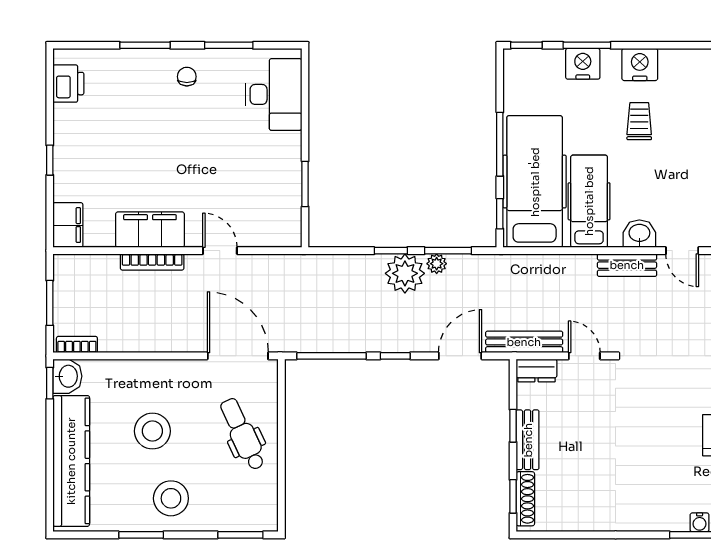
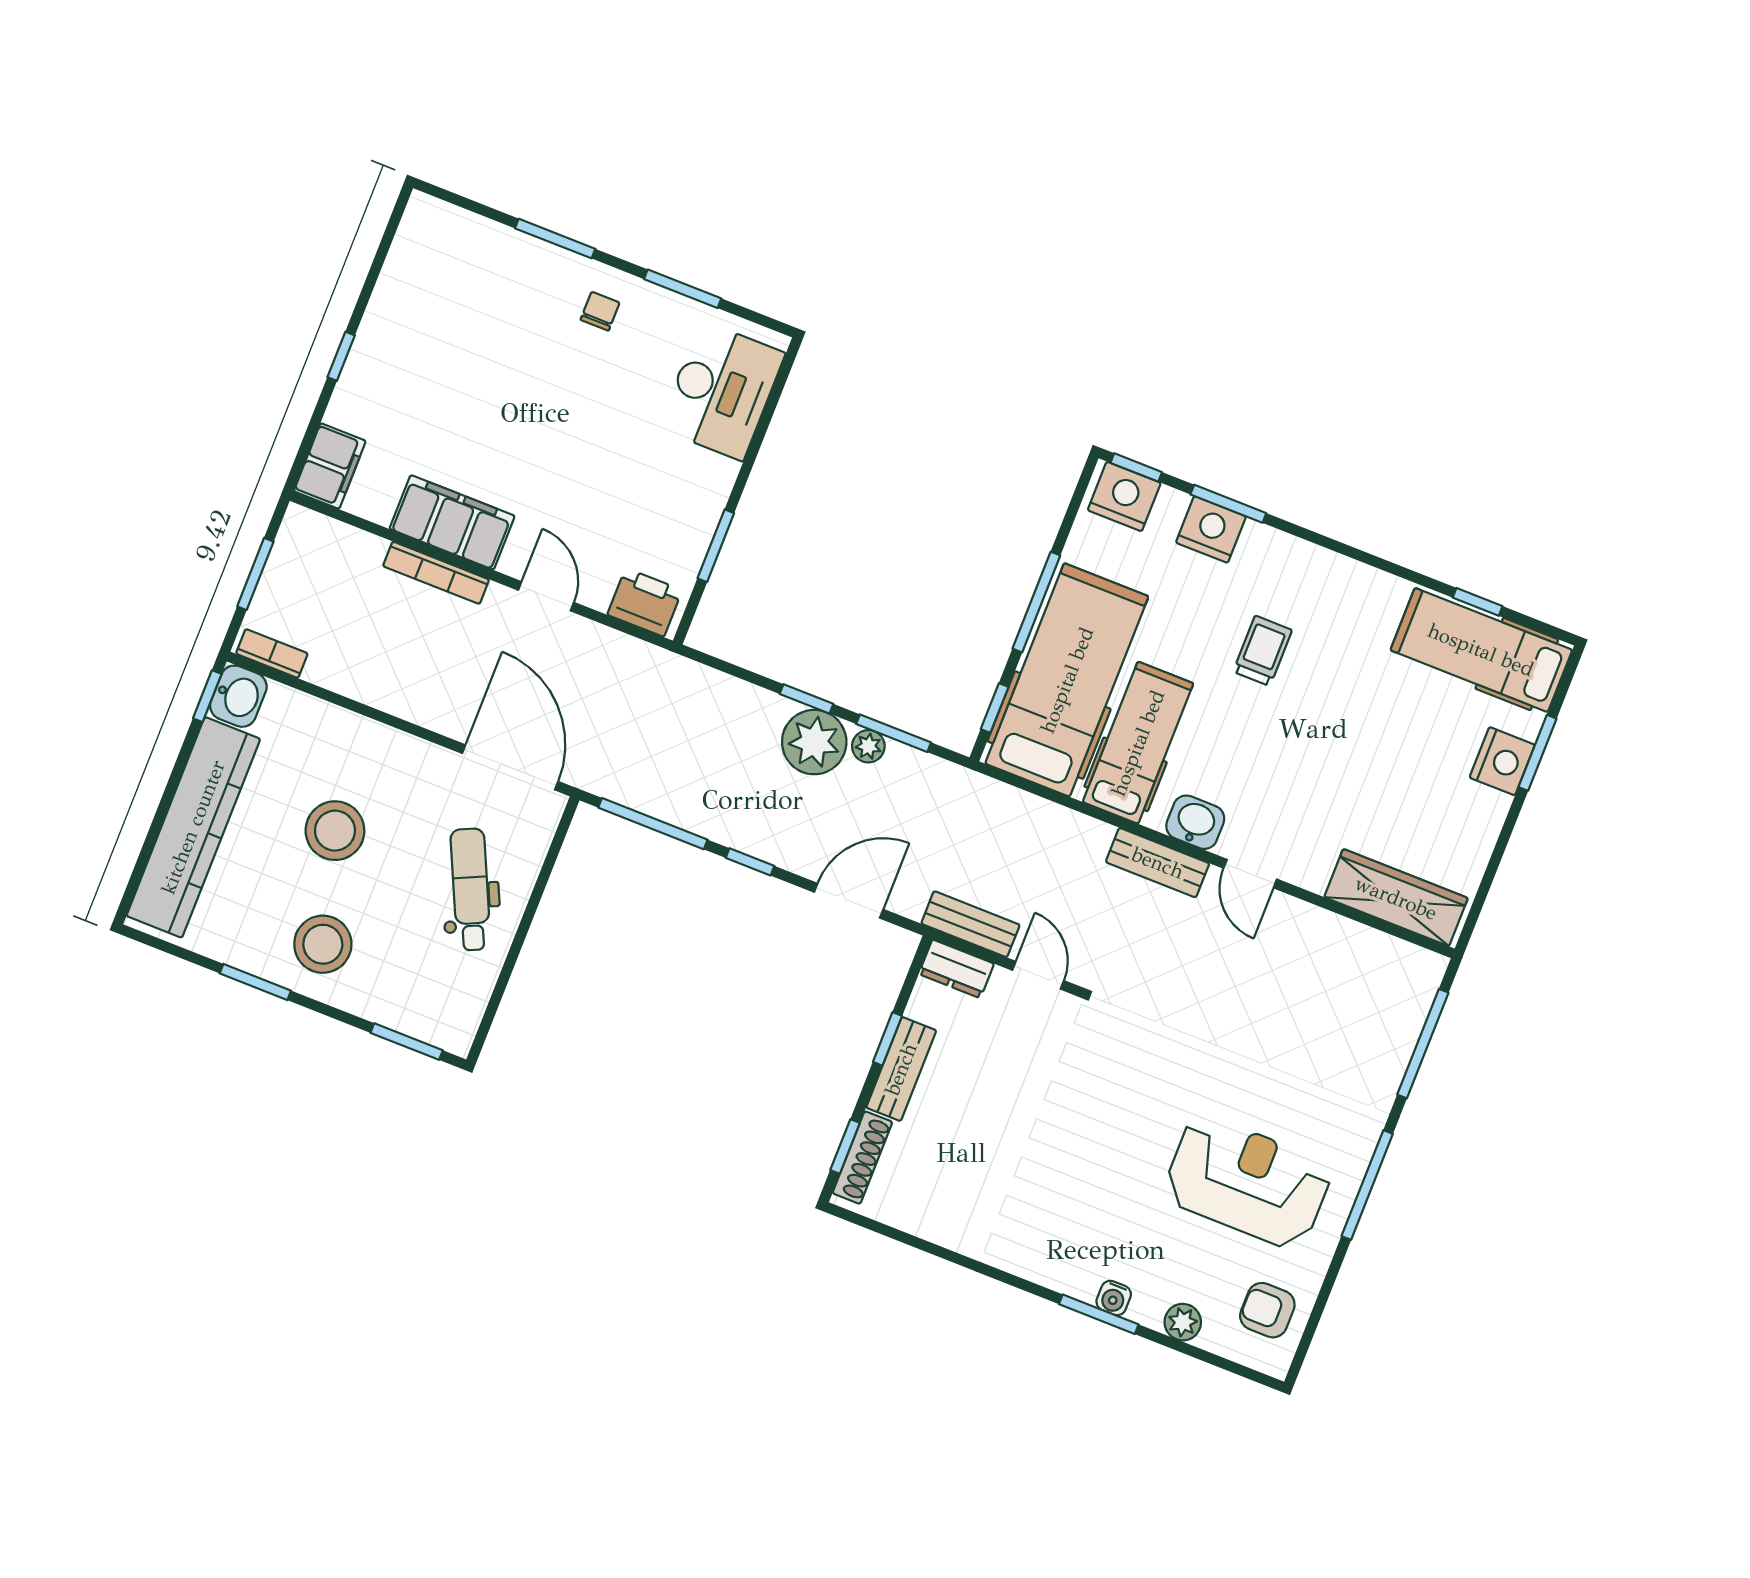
nightstand: (640, 64) -> (1124, 496), moved
printer: (68, 84) -> (645, 602), moved, turned -90
bench: (524, 342) -> (970, 924), width x0.73

